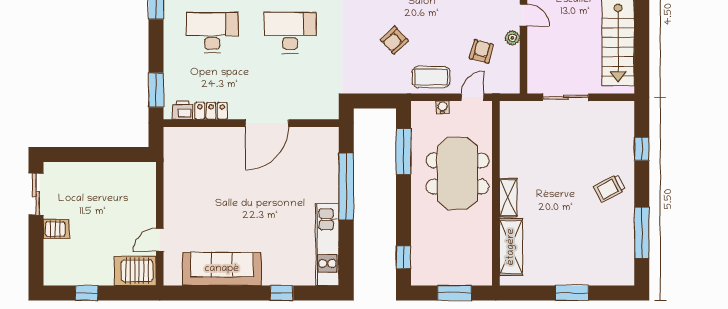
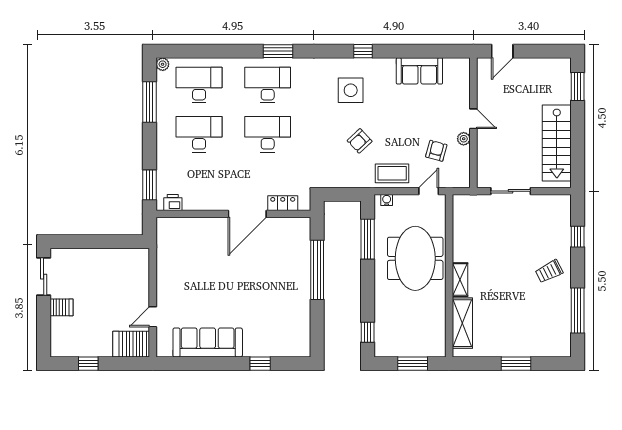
water cooler: (443, 107) -> (387, 200), moved
locker: (211, 111) -> (283, 203), moved
kitchen unit: (327, 245) -> (300, 321), removed

